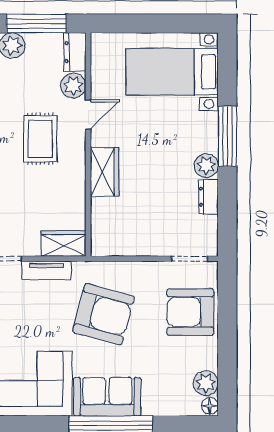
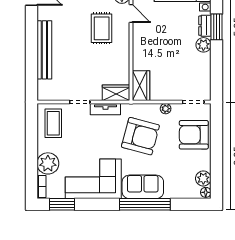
door: (88, 115) -> (131, 13), hinge flipped
window: (227, 136) -> (216, 27), width x0.69
wardrobe: (104, 172) -> (141, 86), moved
dresser: (208, 197) -> (205, 26), moved
plant: (144, 270) -> (166, 109), added

